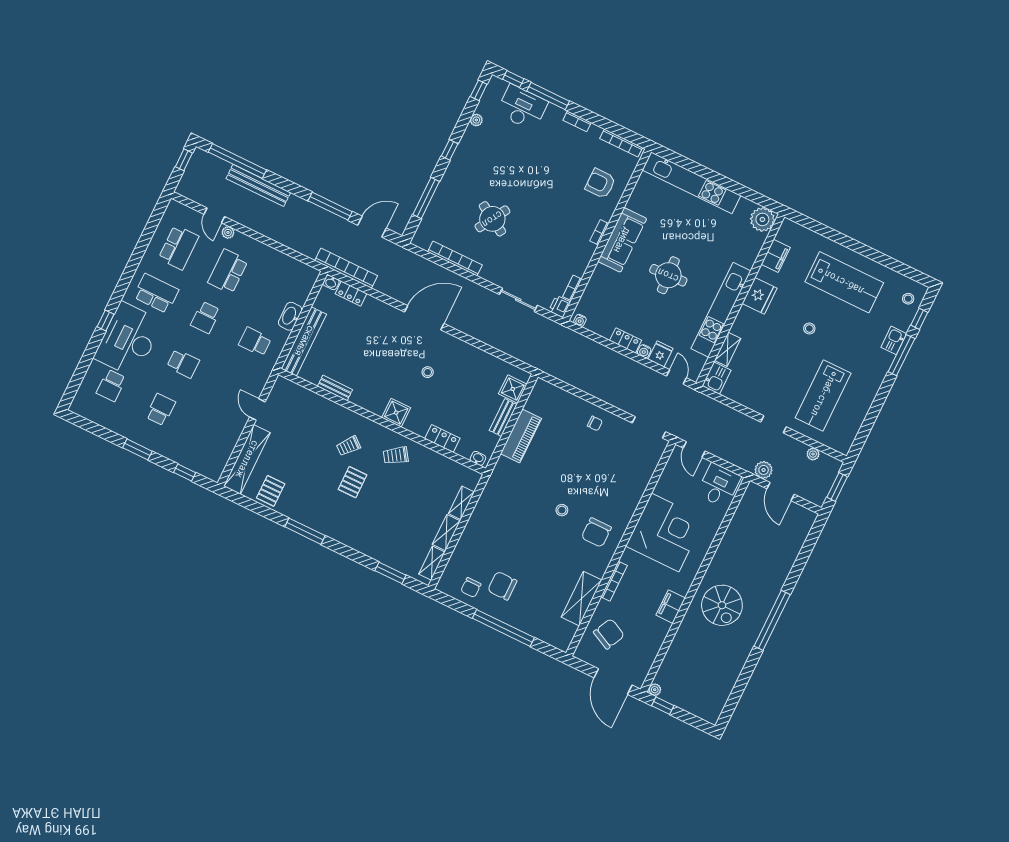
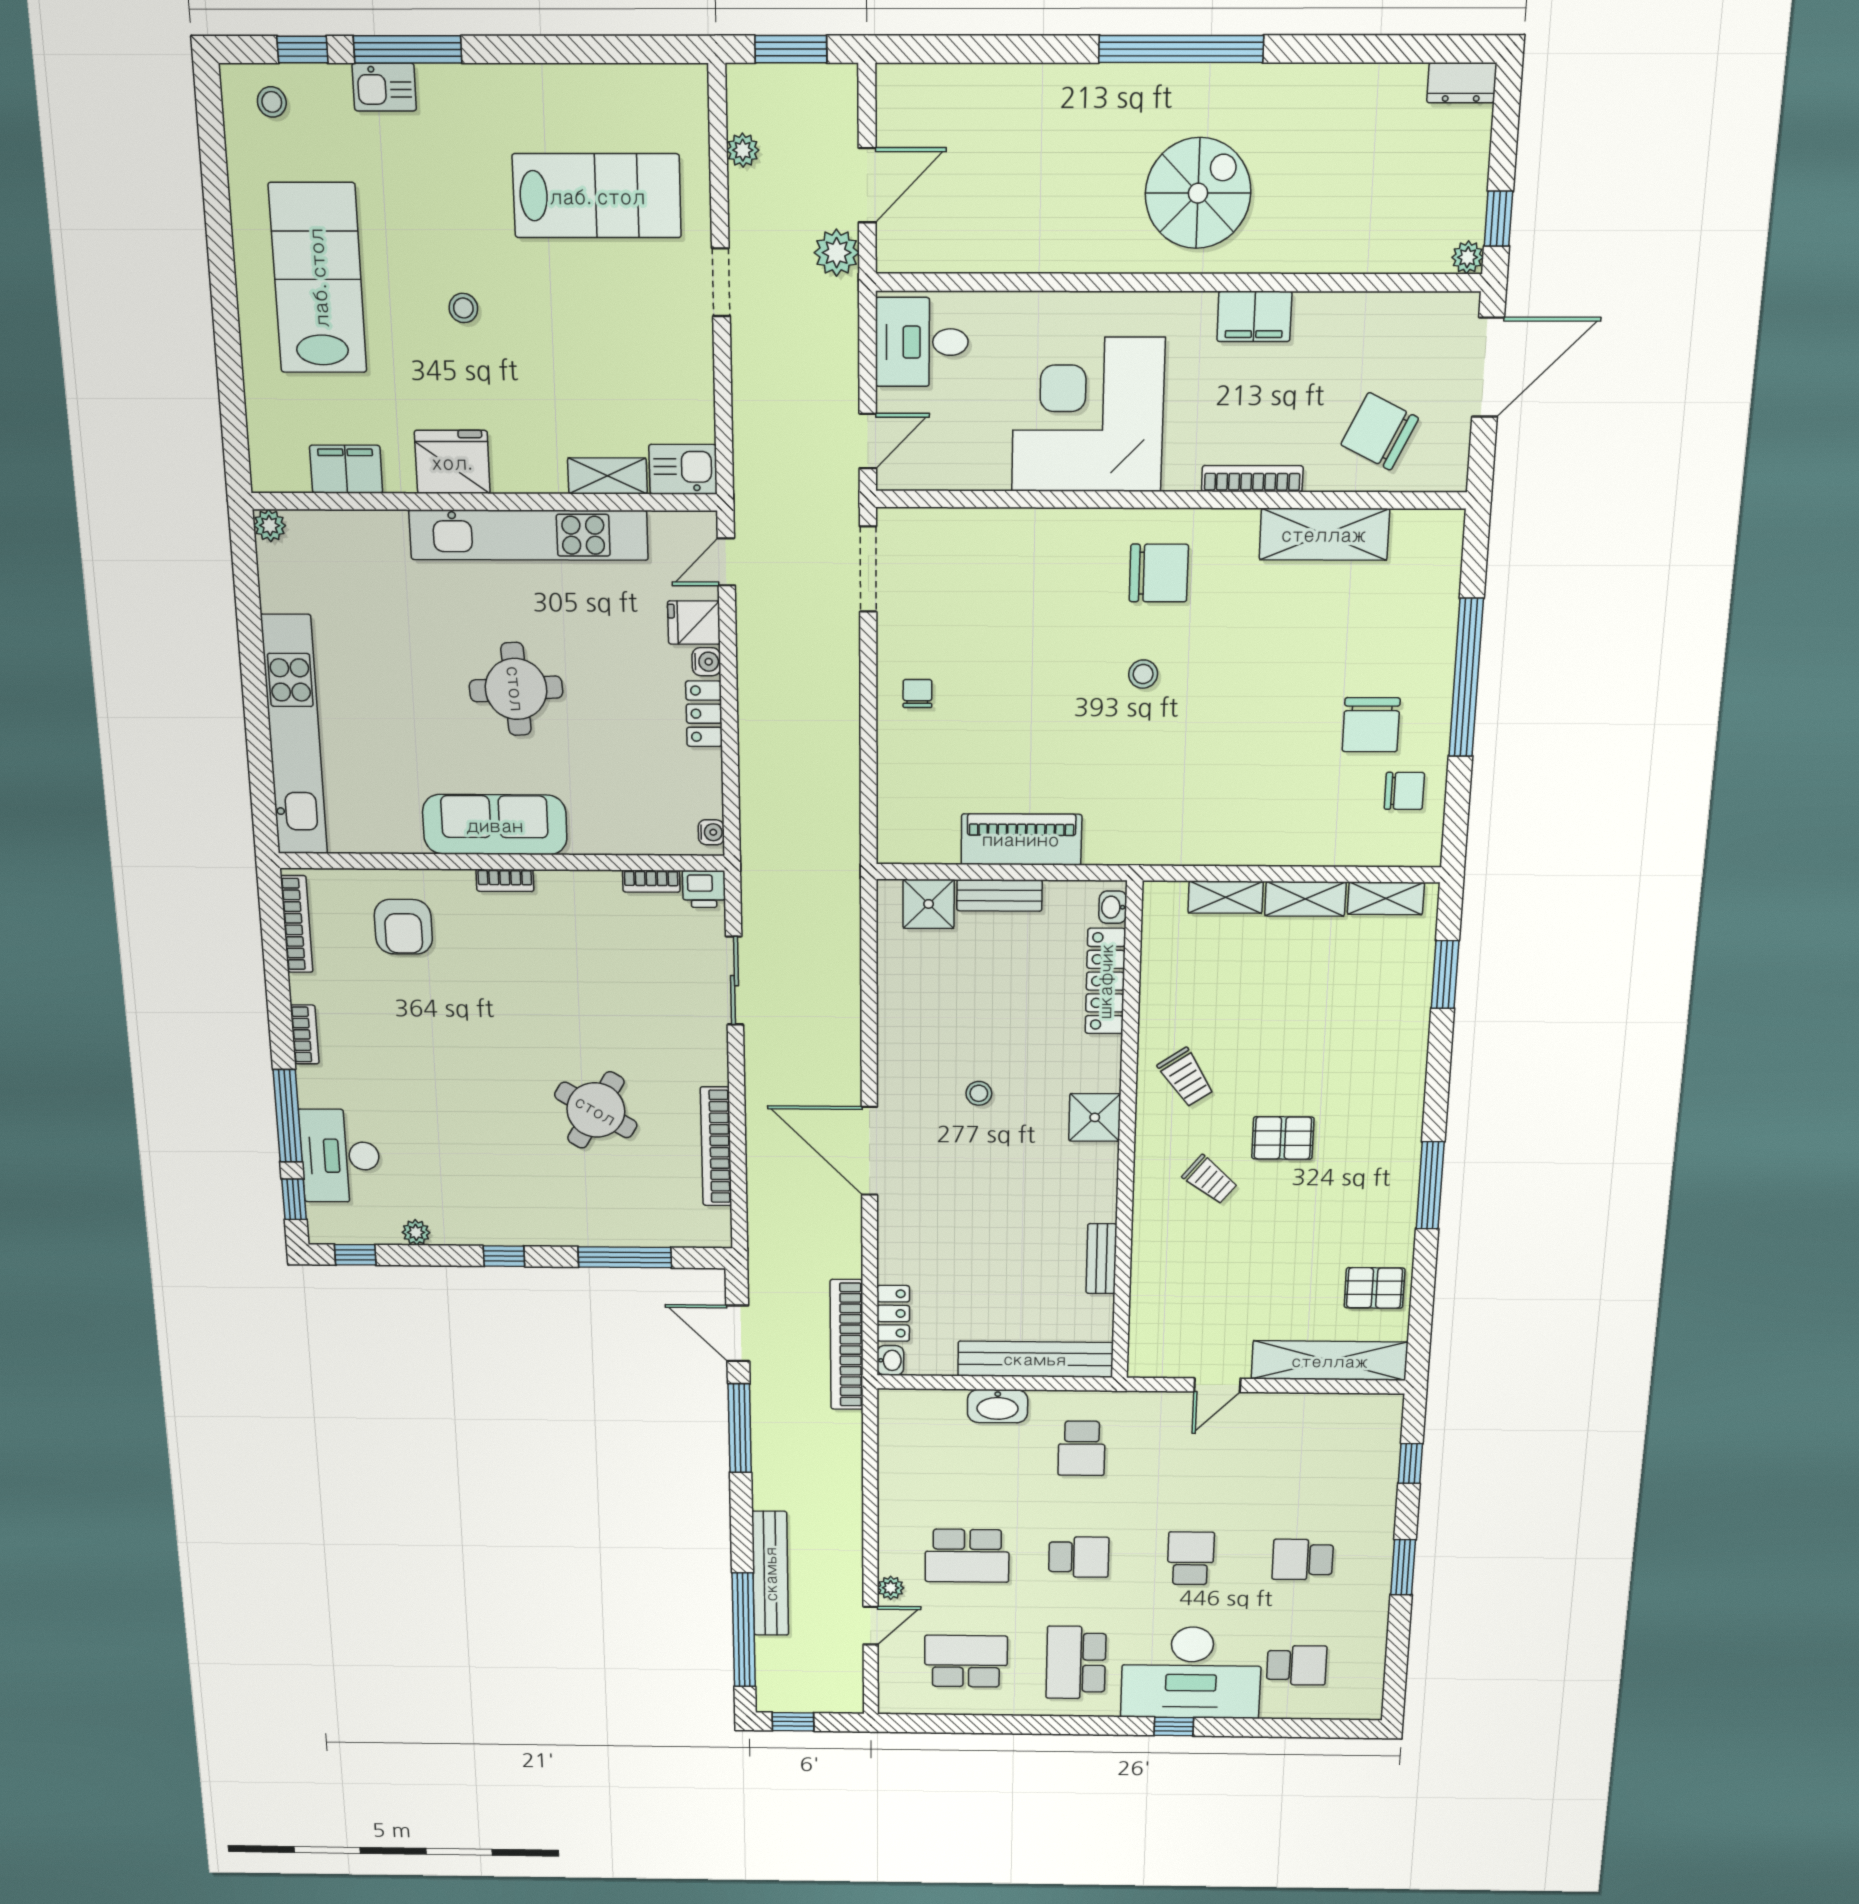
plant: (762, 219) -> (270, 525), width x0.53, depth x0.53
locker: (442, 438) -> (1105, 981), width x1.53
dresser: (714, 711) -> (1462, 83), added

